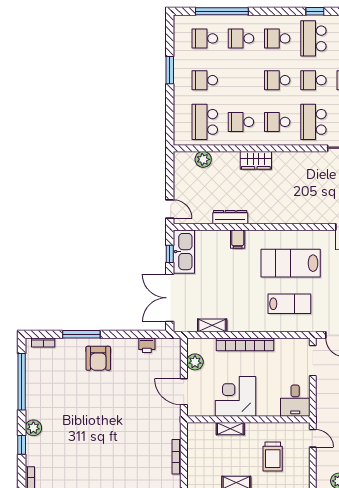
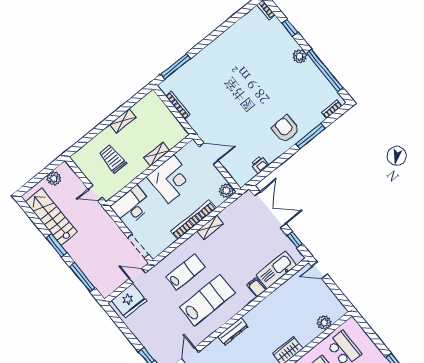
dresser: (230, 217) -> (233, 331), moved
kitchen sink: (184, 252) -> (276, 270), moved, turned 90
lab bench: (289, 304) -> (186, 272), turned 180
shelving: (212, 325) -> (210, 227), moved
plant: (195, 362) -> (226, 191), moved
desk: (295, 401) -> (132, 206), width x1.37
plant: (33, 428) -> (300, 56), moved

